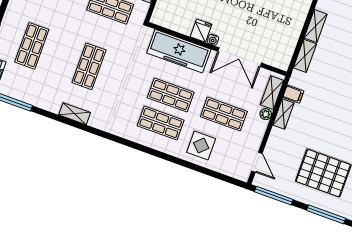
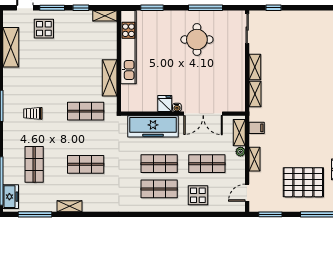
shop shelf: (89, 66) -> (86, 164), turned 90
shelving: (75, 114) -> (69, 206), moved
shelving: (283, 114) -> (254, 159), moved
door: (257, 162) -> (247, 193), swing flipped
window: (274, 196) -> (270, 214), width x0.69

